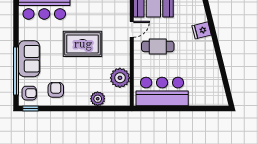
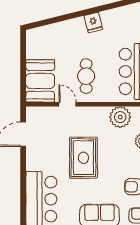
fridge: (202, 30) -> (93, 22), moved

